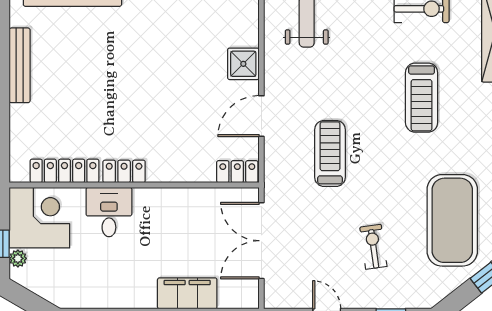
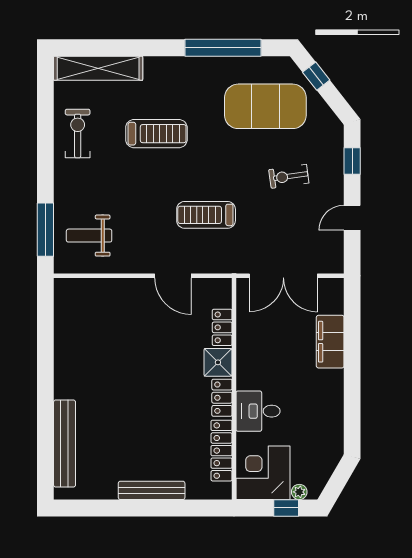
shower: (243, 64) -> (218, 362), moved
bench: (20, 65) -> (152, 490), moved
locker: (237, 172) -> (222, 327), moved

